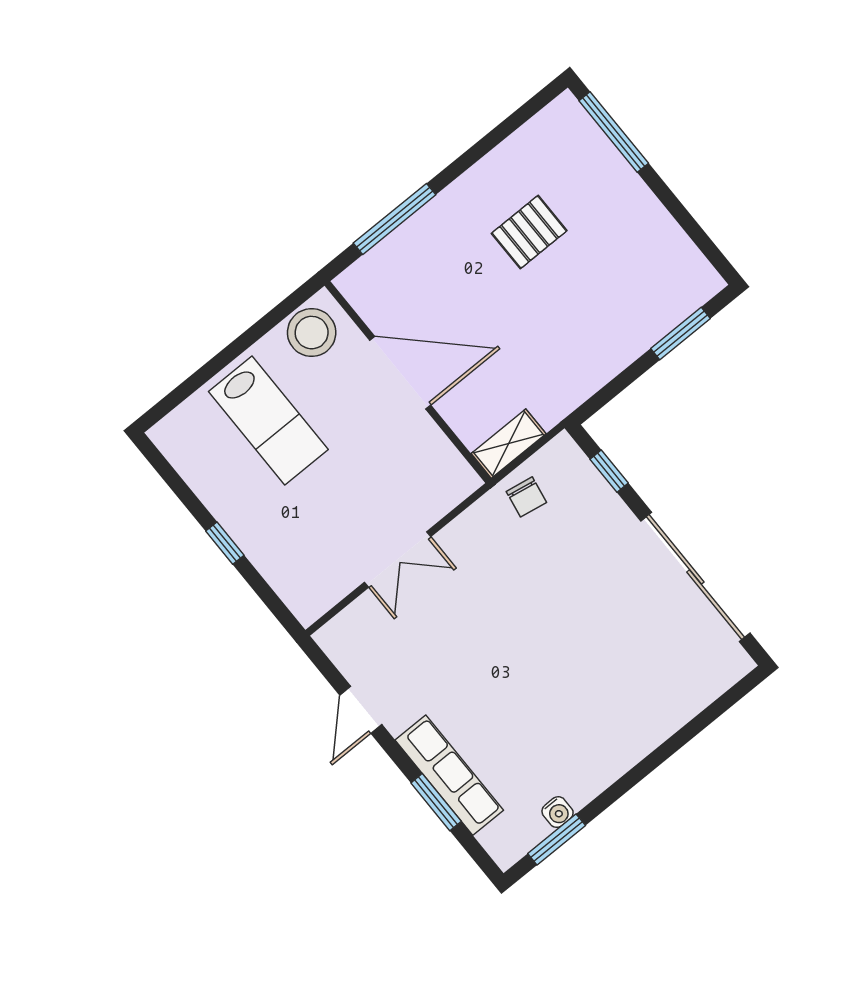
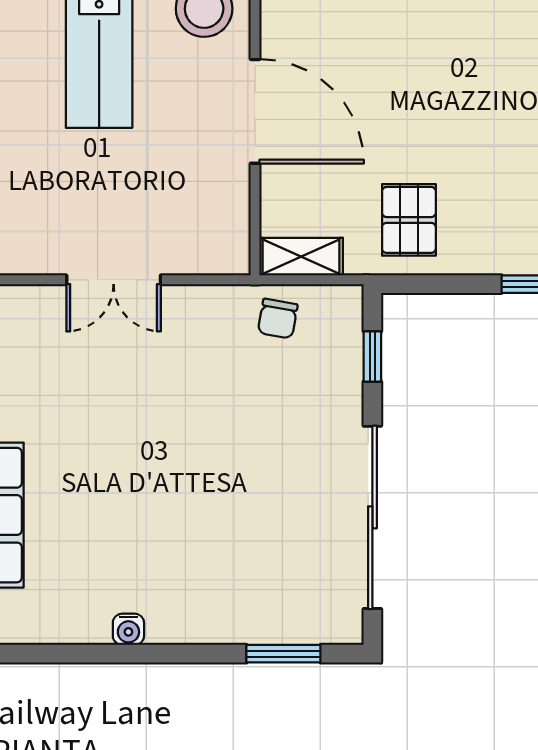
pallet: (529, 232) -> (409, 220), moved, turned 90
water cooler: (558, 812) -> (128, 629), moved
window: (557, 840) -> (283, 654), moved

